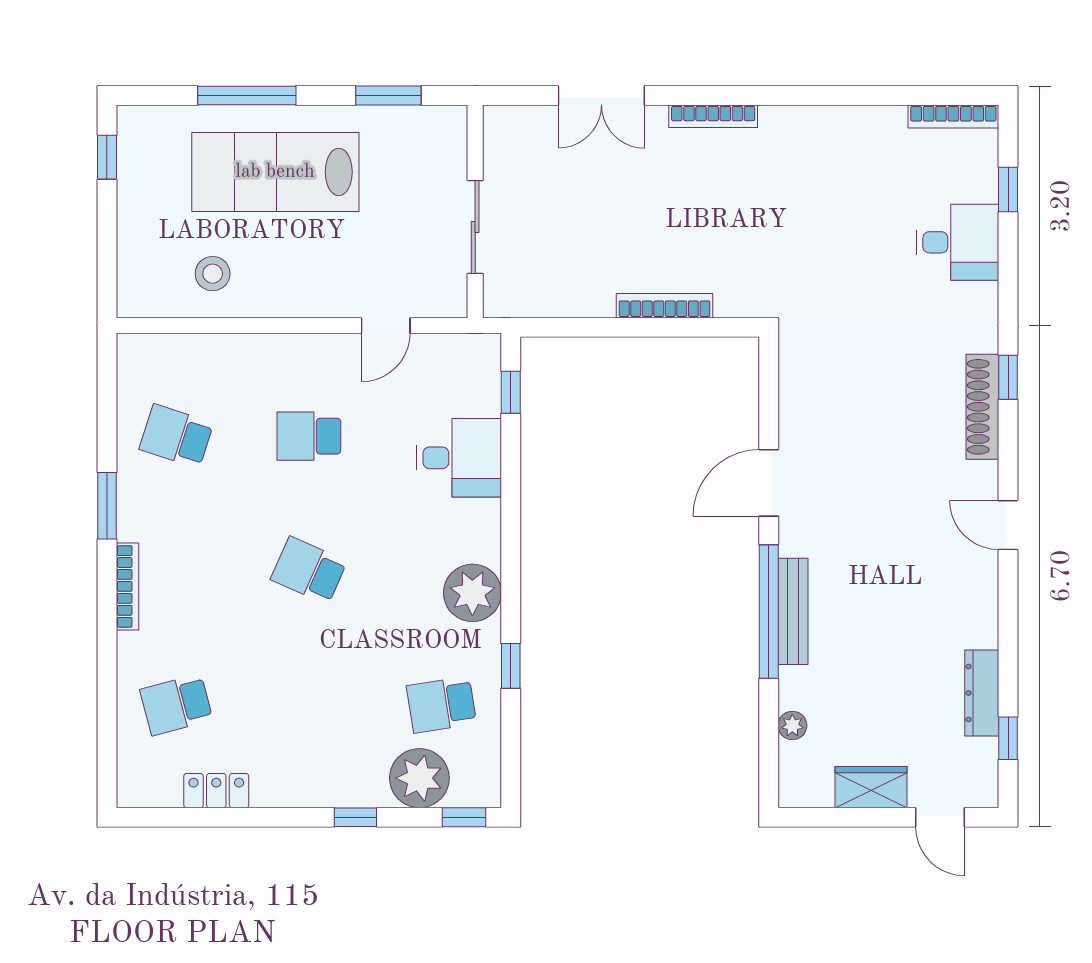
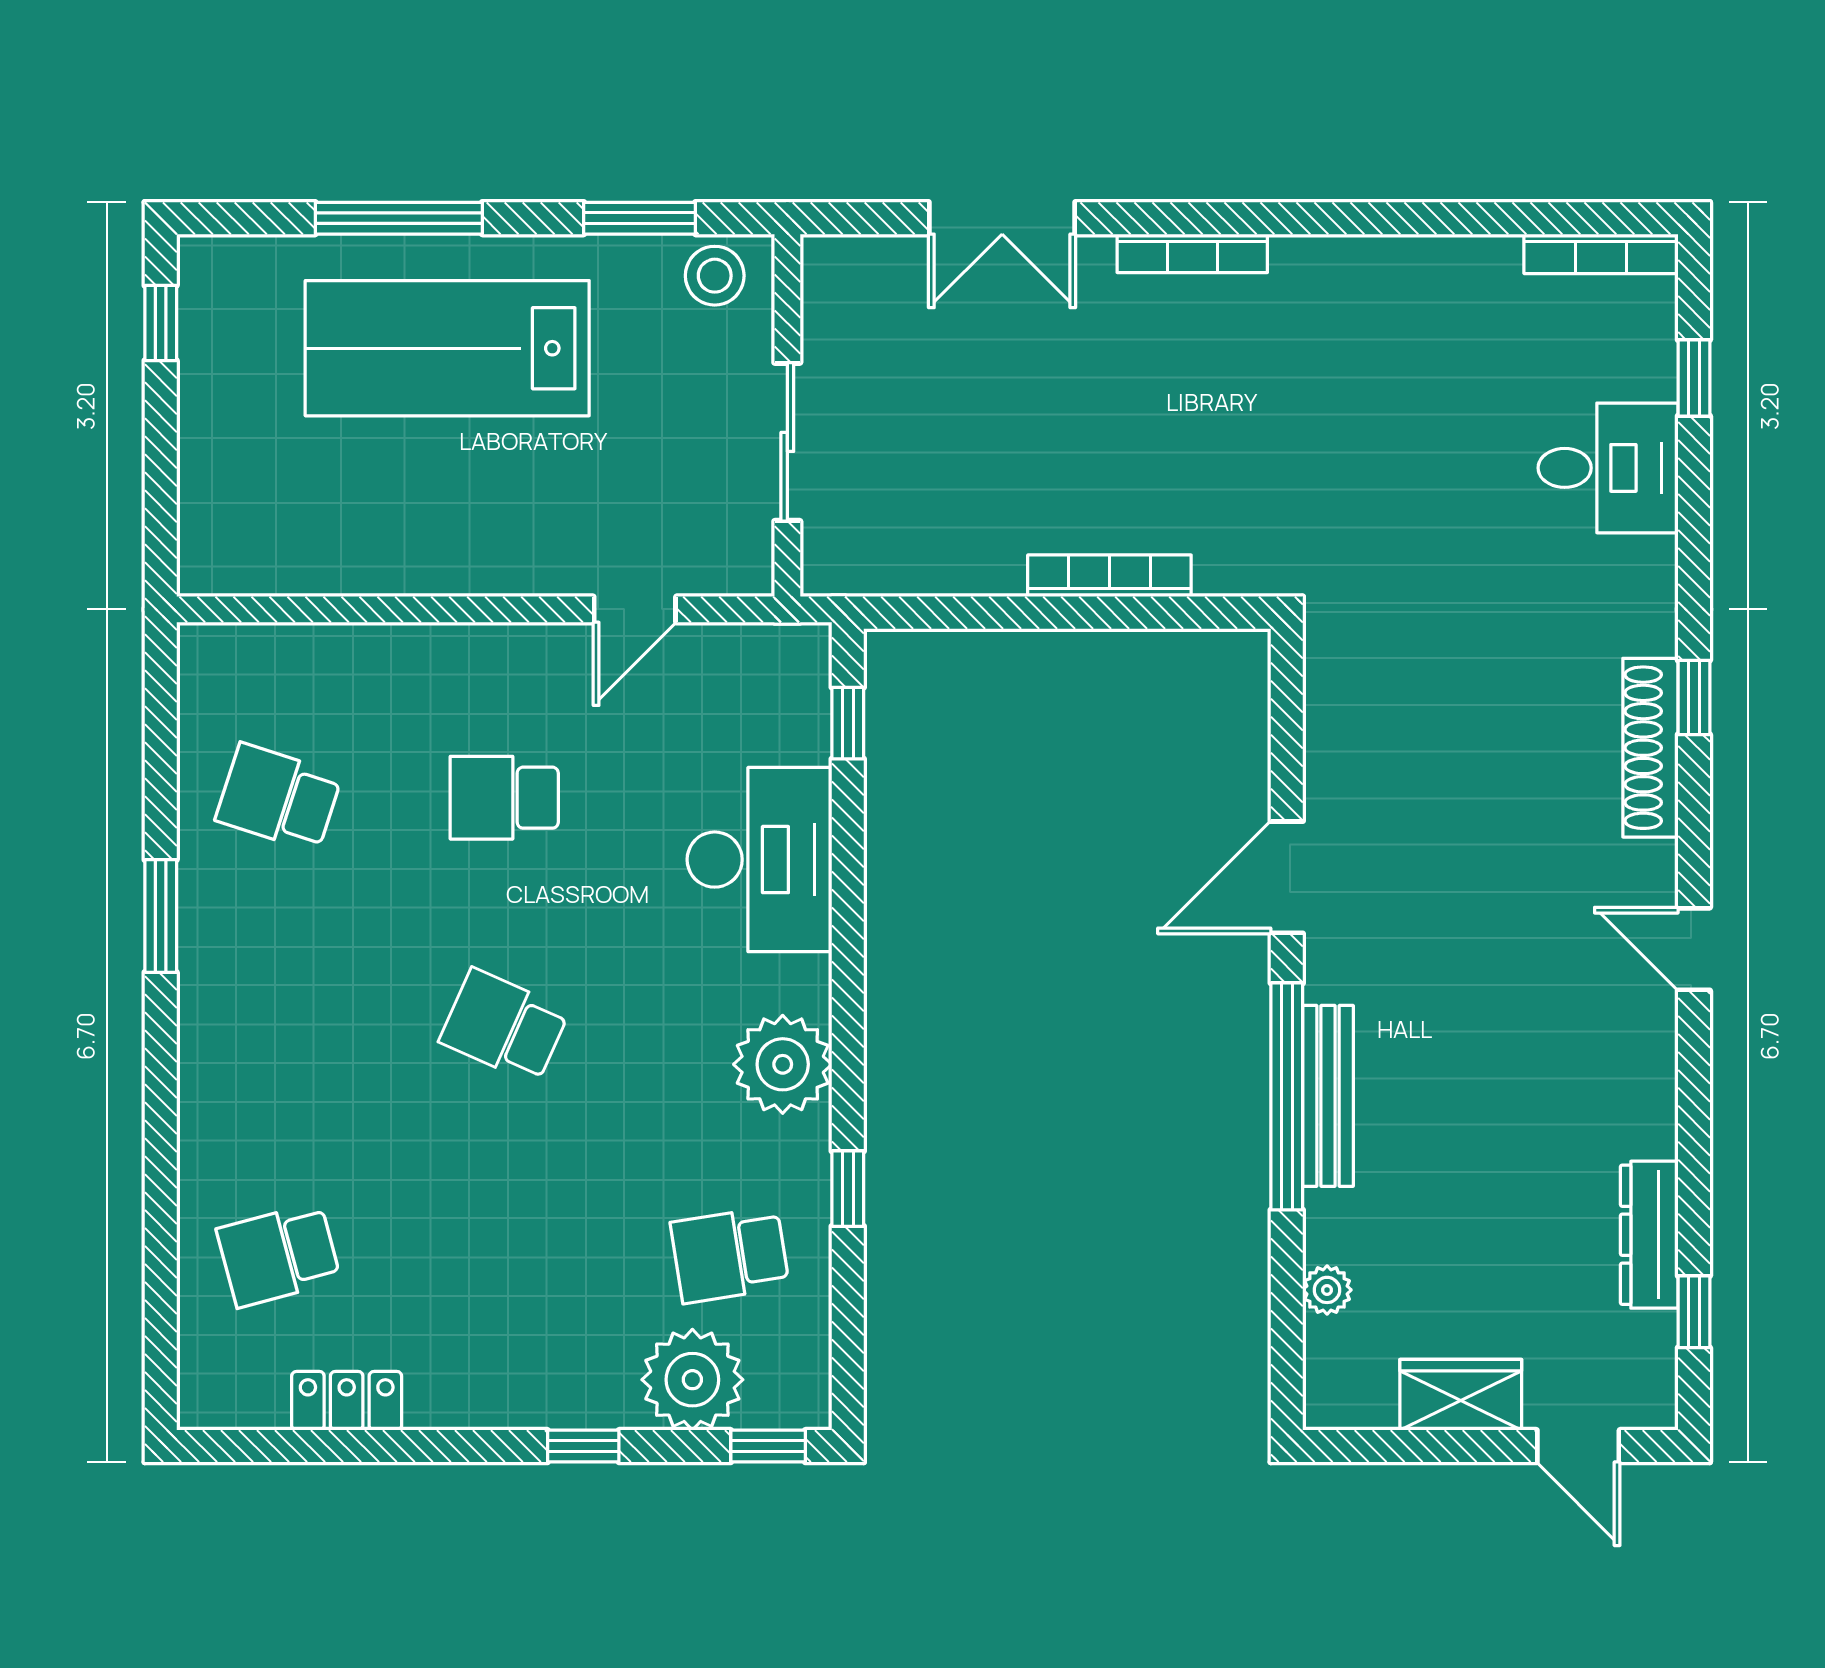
stool: (213, 274) -> (715, 276), moved
desk: (459, 458) -> (760, 860), width x1.37
bookcase: (127, 586) -> (196, 1053), removed

